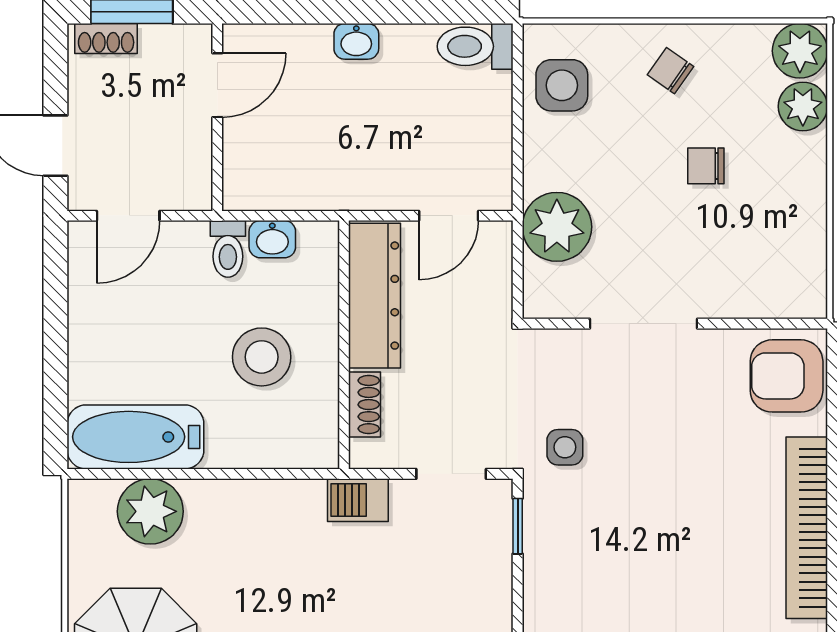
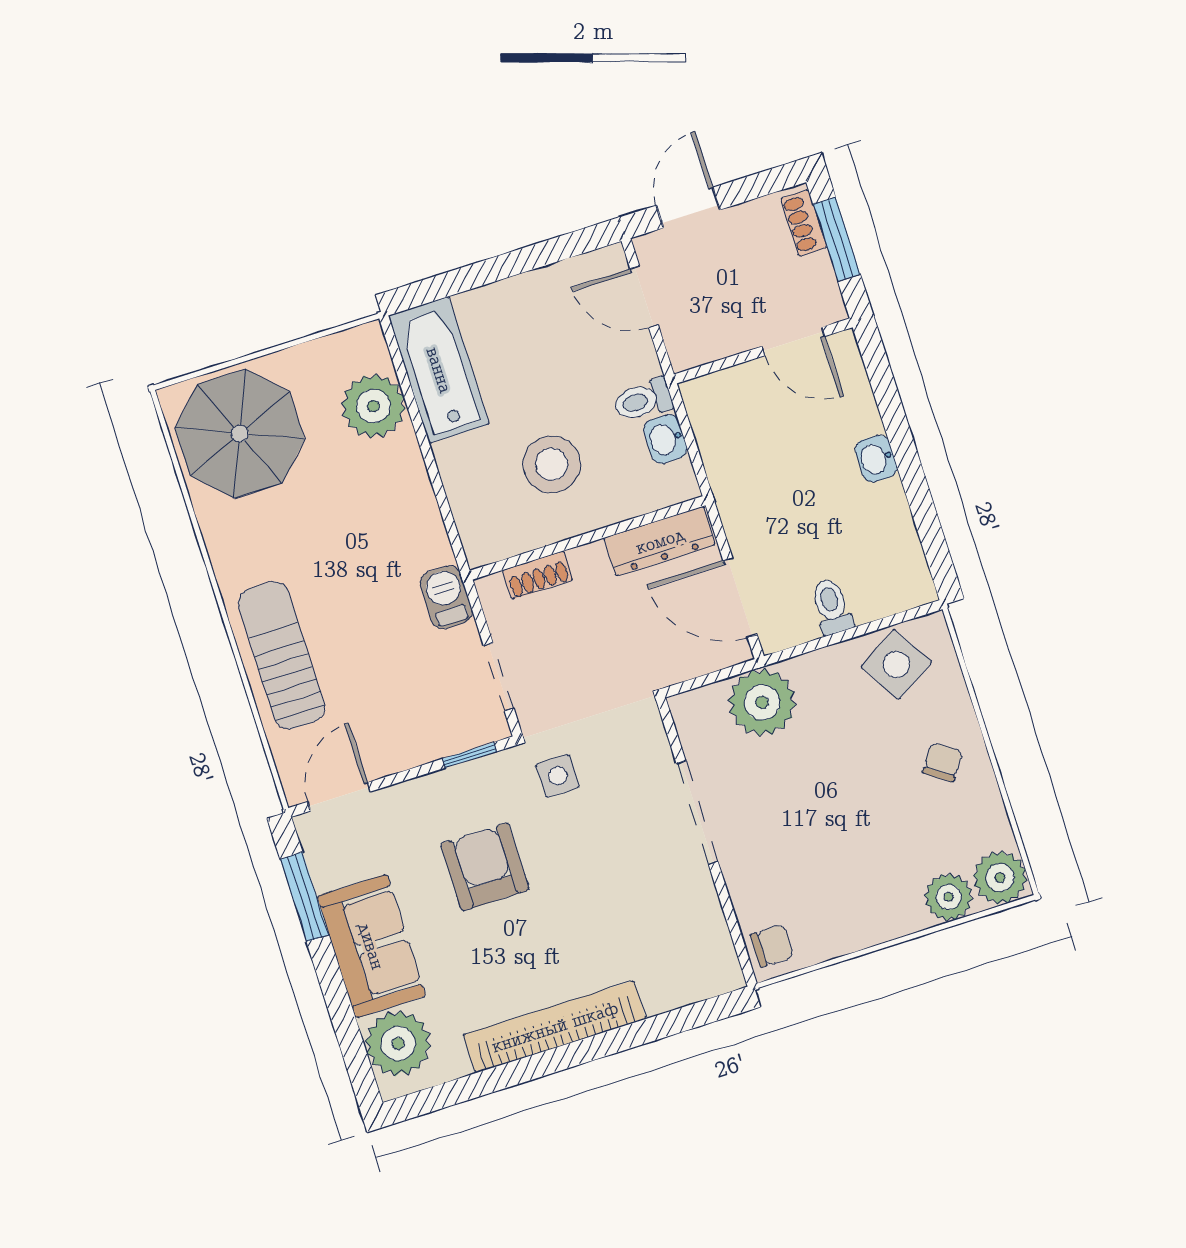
toilet: (475, 46) -> (832, 606), moved, width x0.73, depth x0.72
side table: (562, 85) -> (896, 665), turned -31
chair: (706, 166) -> (772, 946), moved, turned 90
door: (449, 216) -> (740, 597), width x1.38
dresser: (375, 296) -> (660, 541), width x0.73, depth x0.80
armchair: (787, 376) -> (485, 867), moved

